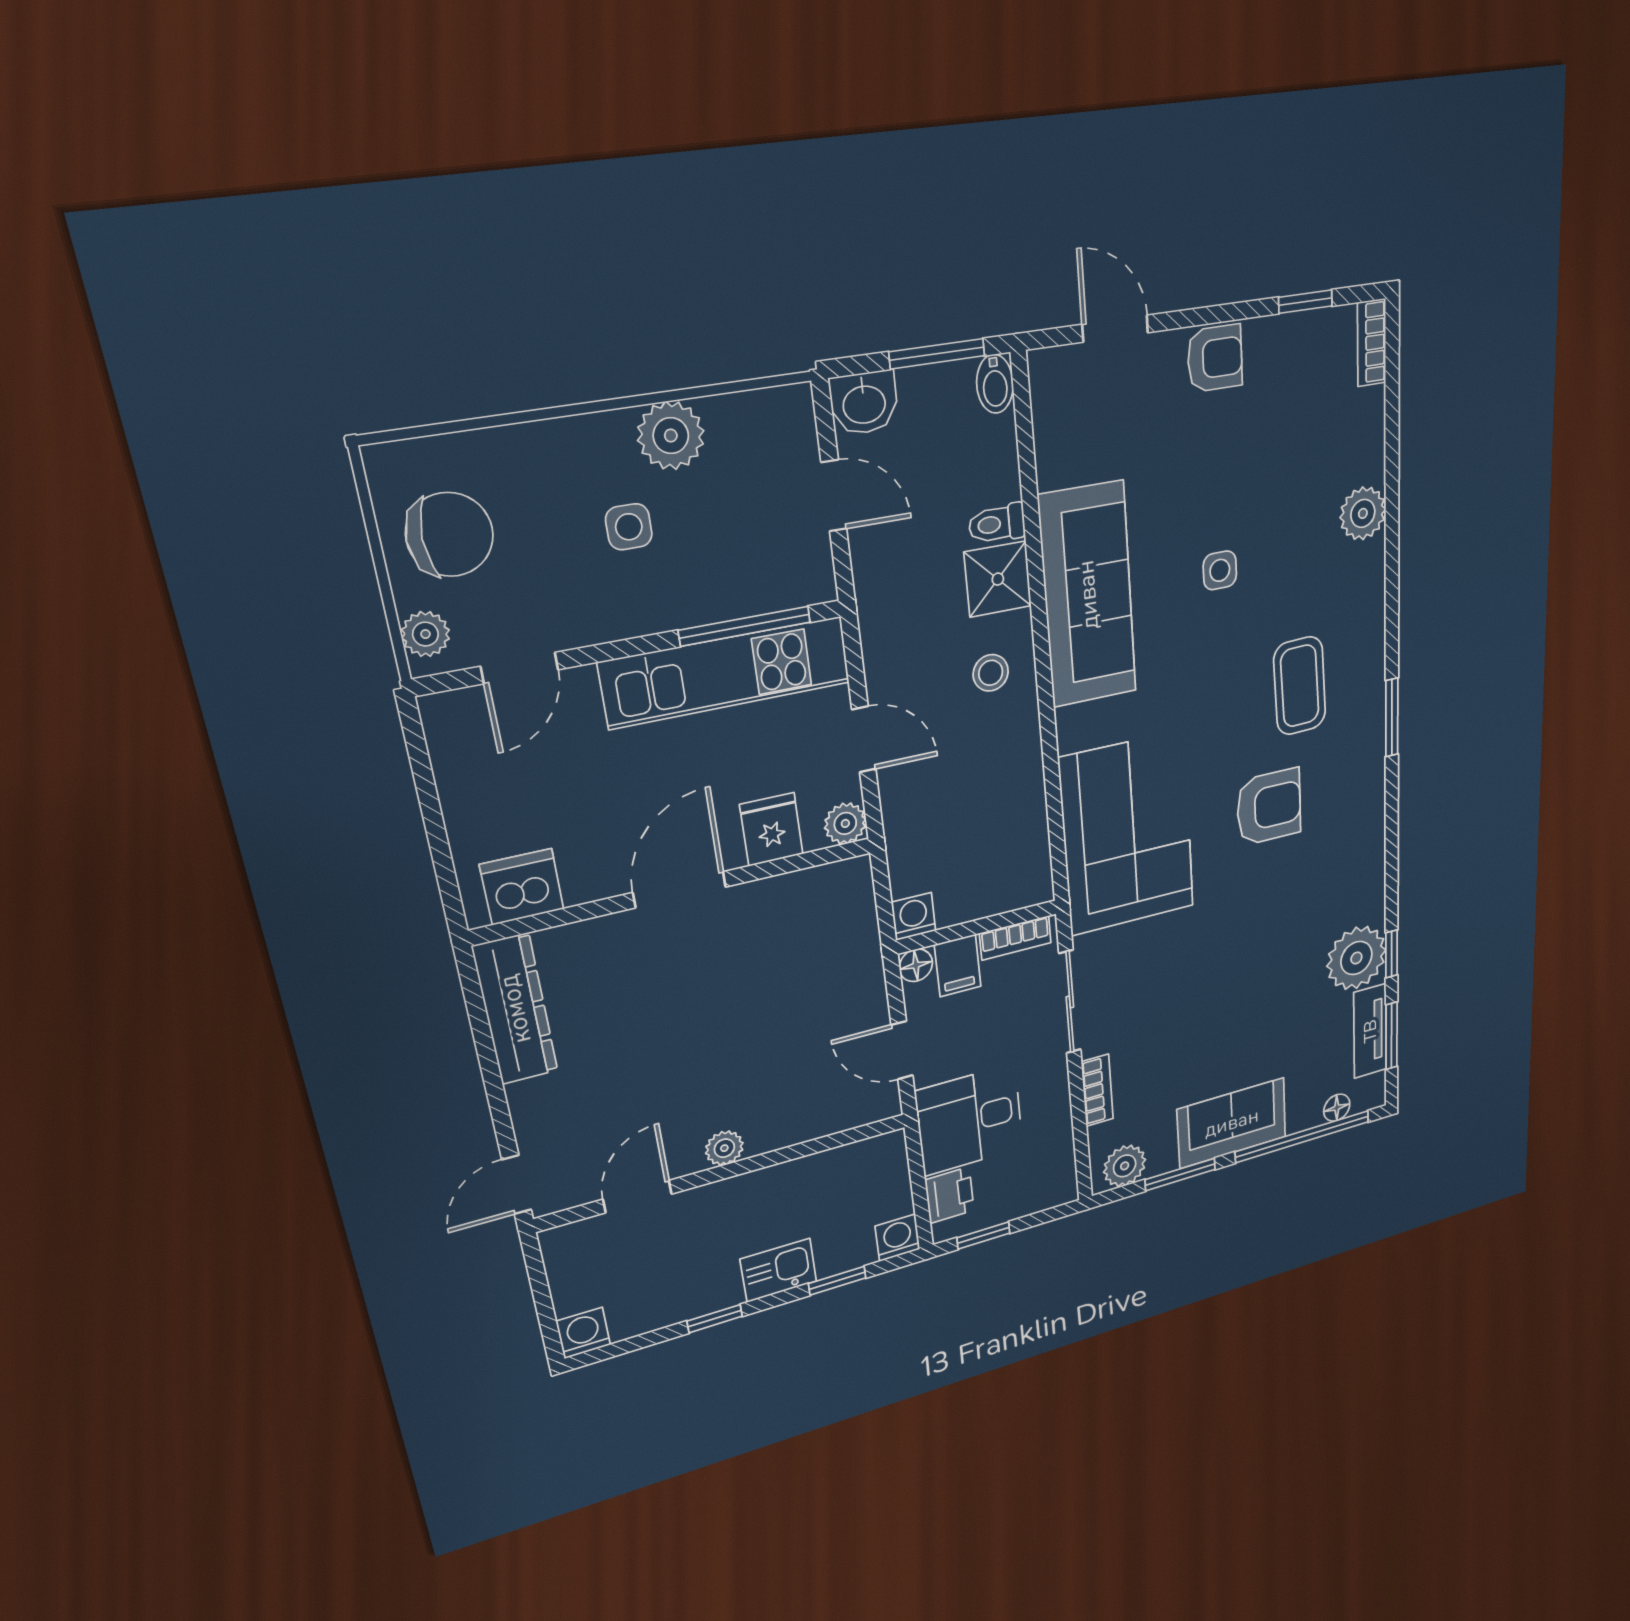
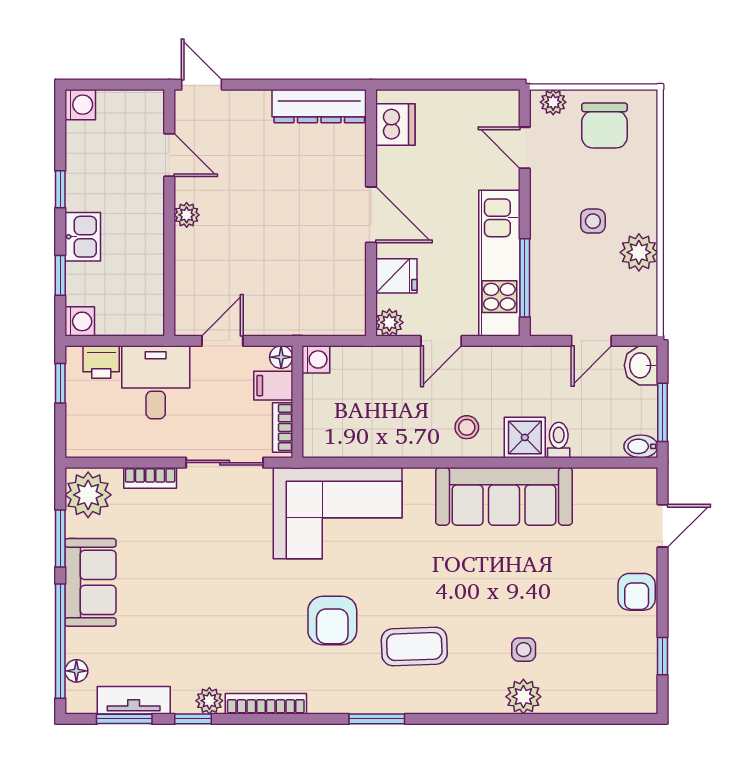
bookcase: (1372, 343) -> (266, 704), moved, width x1.56
side table: (1220, 570) -> (524, 650), moved
plant: (1356, 958) -> (209, 701), width x0.53, depth x0.53
plant: (1125, 1166) -> (88, 495), width x1.36, depth x1.36

